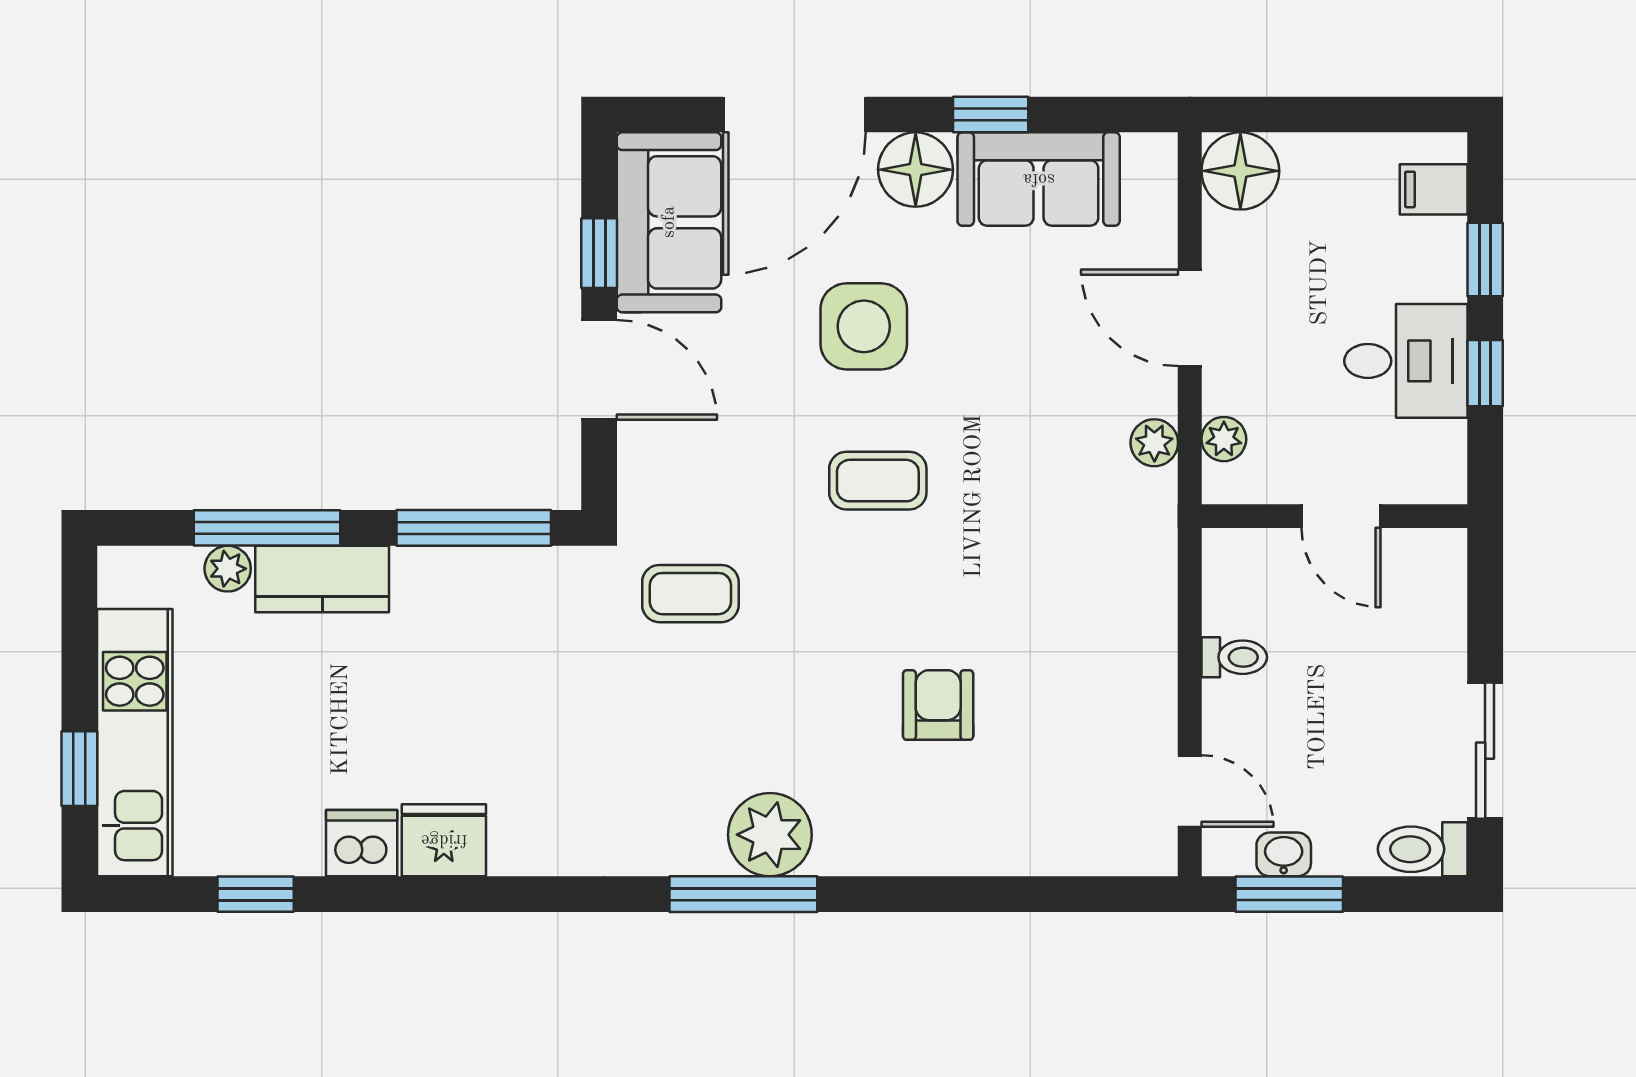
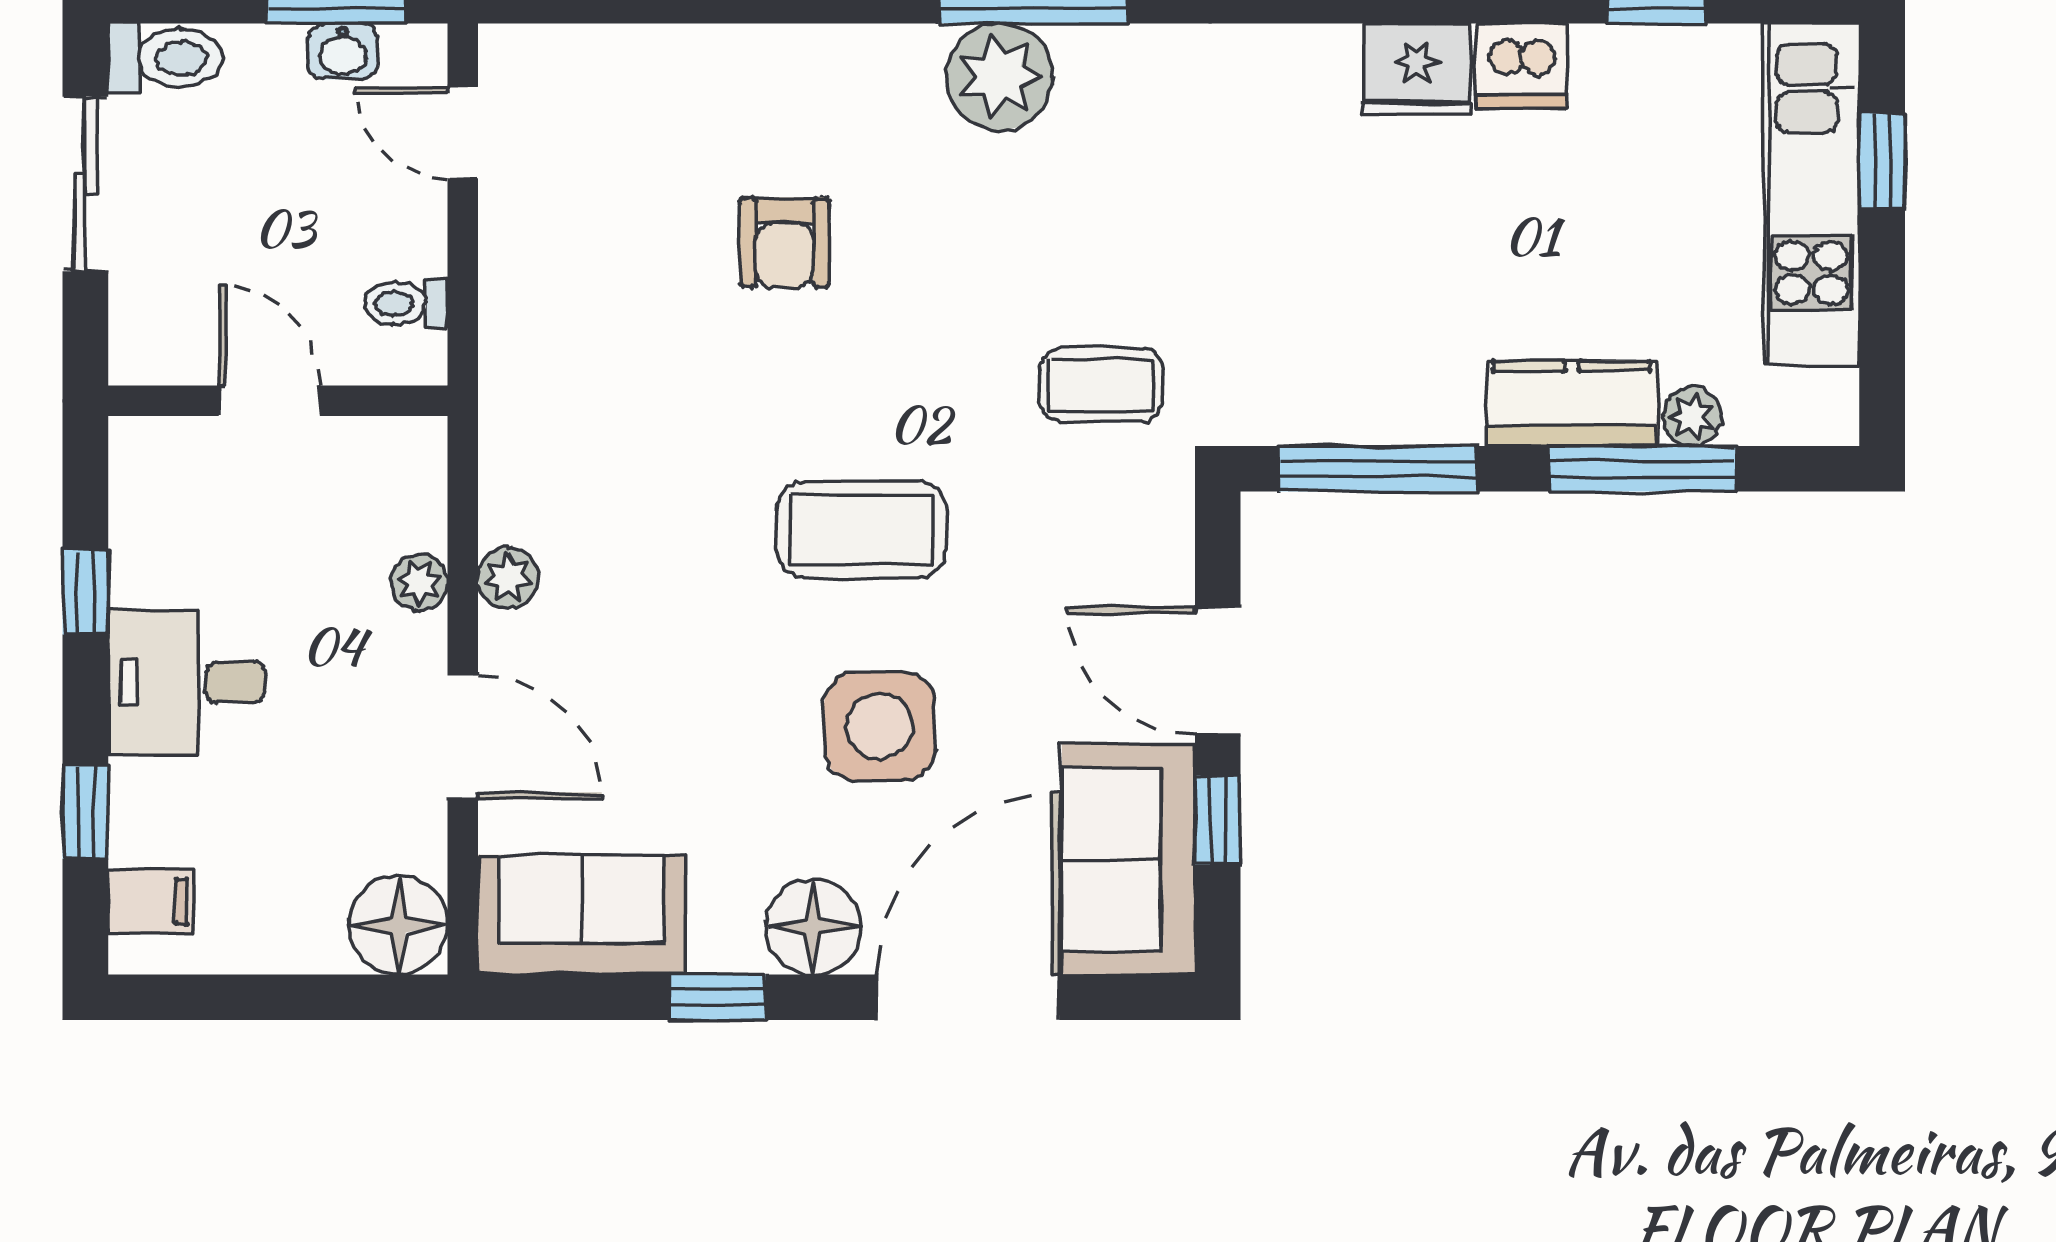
sofa: (1039, 179) -> (581, 915), moved
window: (1485, 373) -> (85, 592), moved
coffee table: (878, 481) -> (861, 529), width x1.36, depth x1.30
wall: (1334, 516) -> (278, 401), moved
door: (1341, 516) -> (269, 401), moved

